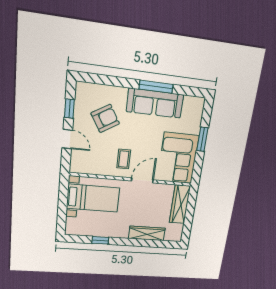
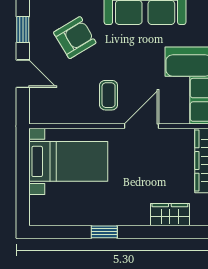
wardrobe: (147, 233) -> (170, 215), width x0.67
window: (100, 240) -> (104, 232), moved

